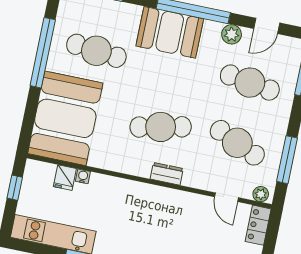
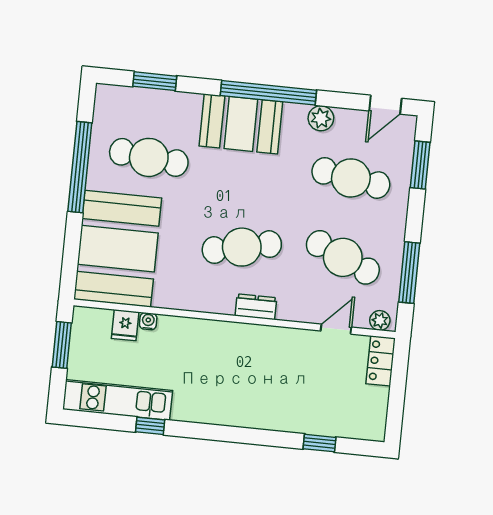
door: (267, 26) -> (385, 105), moved
window: (15, 188) -> (62, 345), width x1.50
door: (226, 197) -> (336, 329), swing flipped

